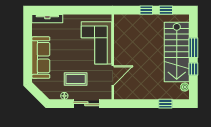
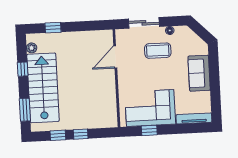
window: (87, 10) -> (149, 130), added
corner sofa: (97, 43) -> (150, 108), moved, turned -90
window: (193, 48) -> (25, 110), moved
sofa: (41, 58) -> (199, 73), width x0.73

